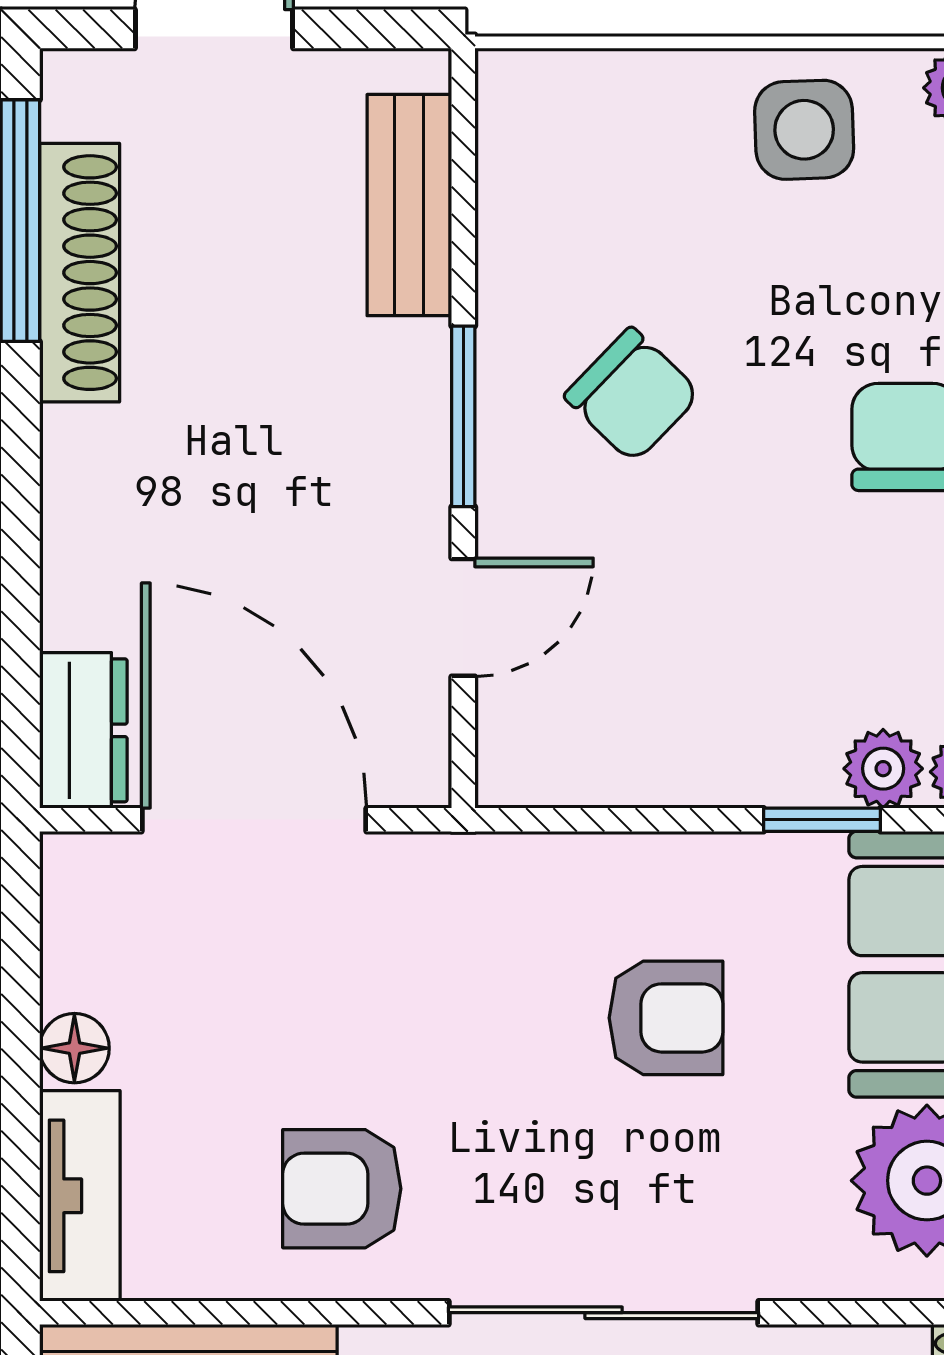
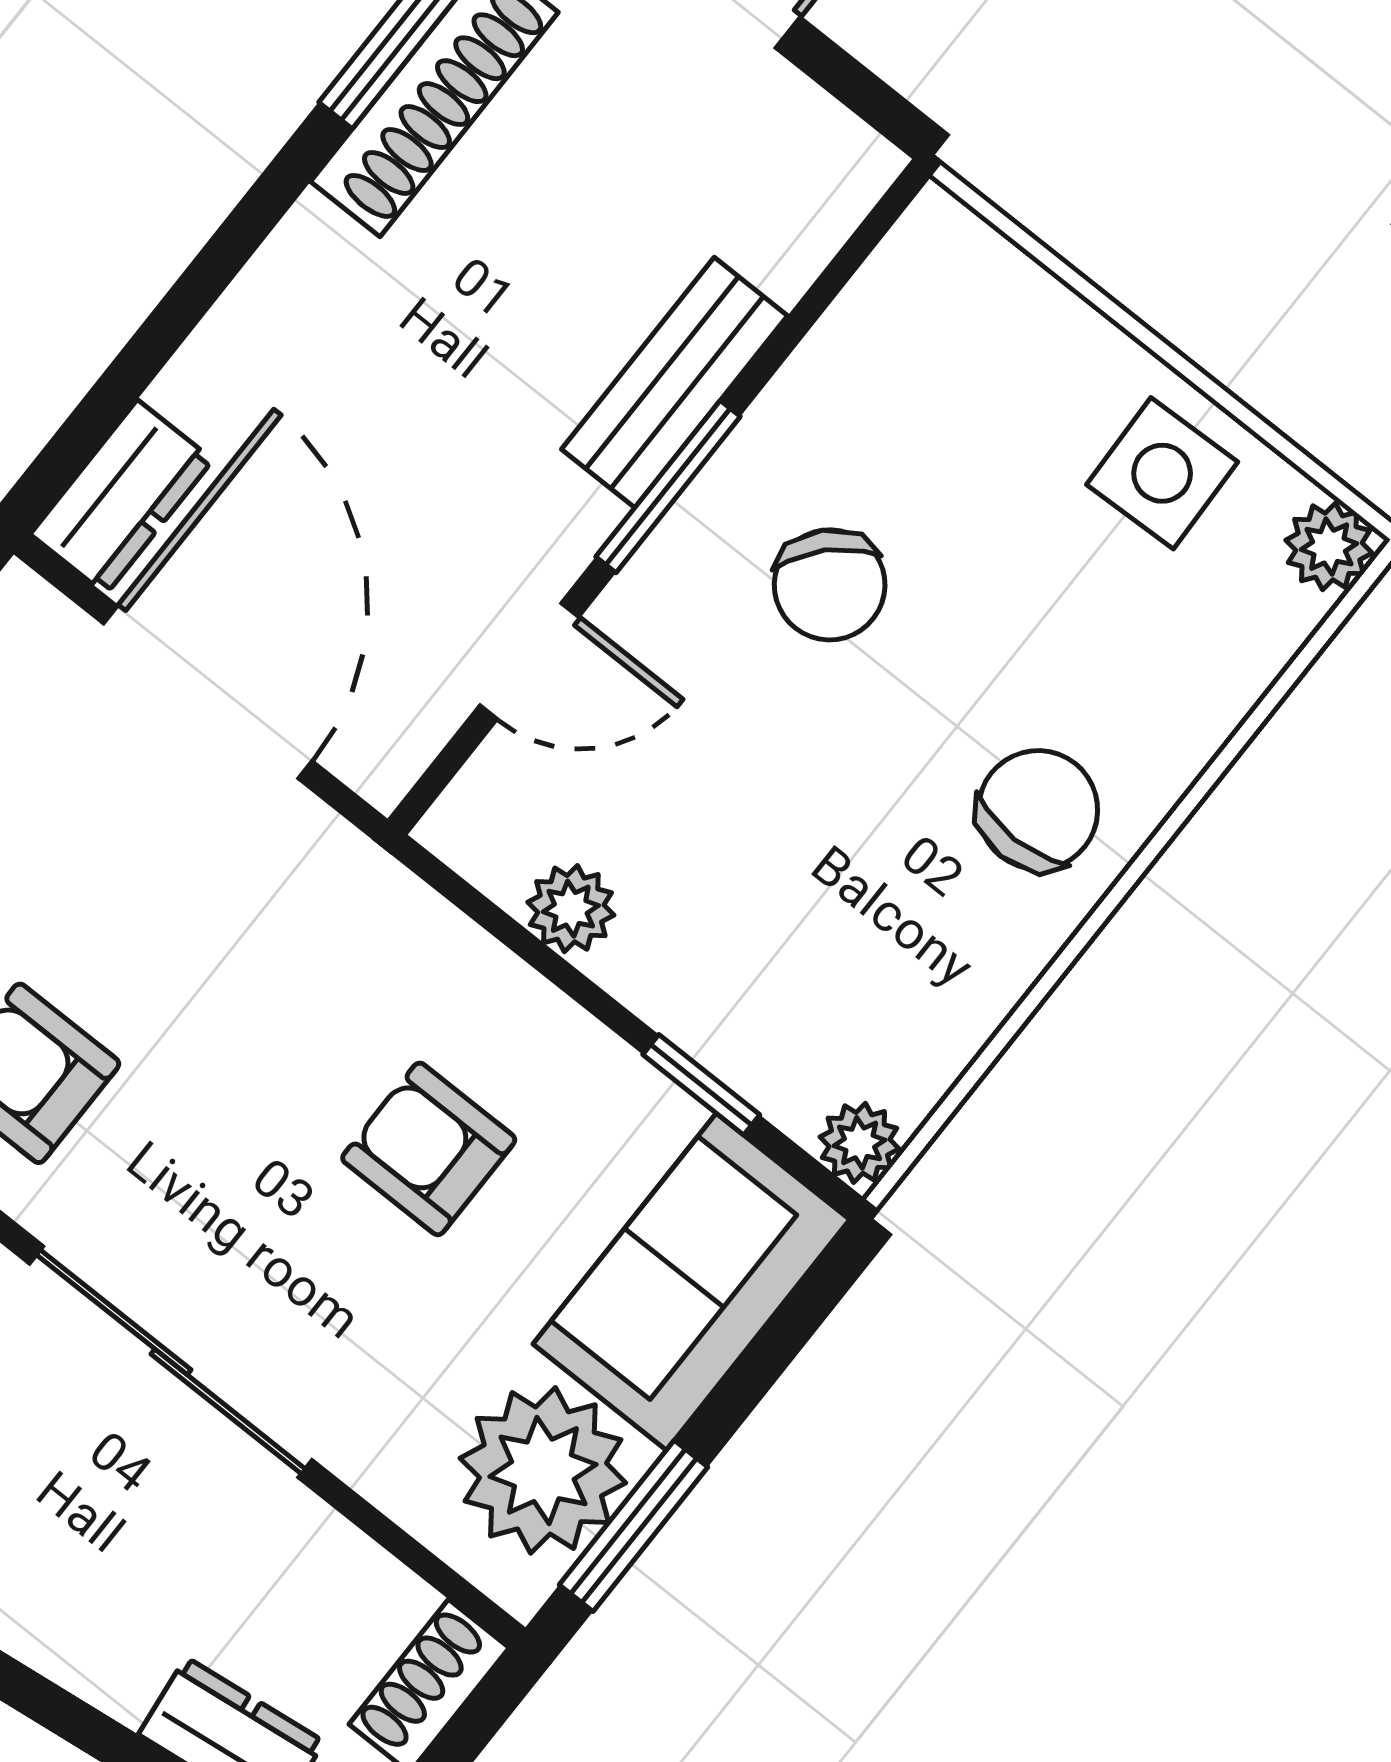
bench: (409, 205) -> (675, 382), moved
plant: (883, 769) -> (571, 909), moved
armchair: (666, 1018) -> (429, 1149), turned 180

